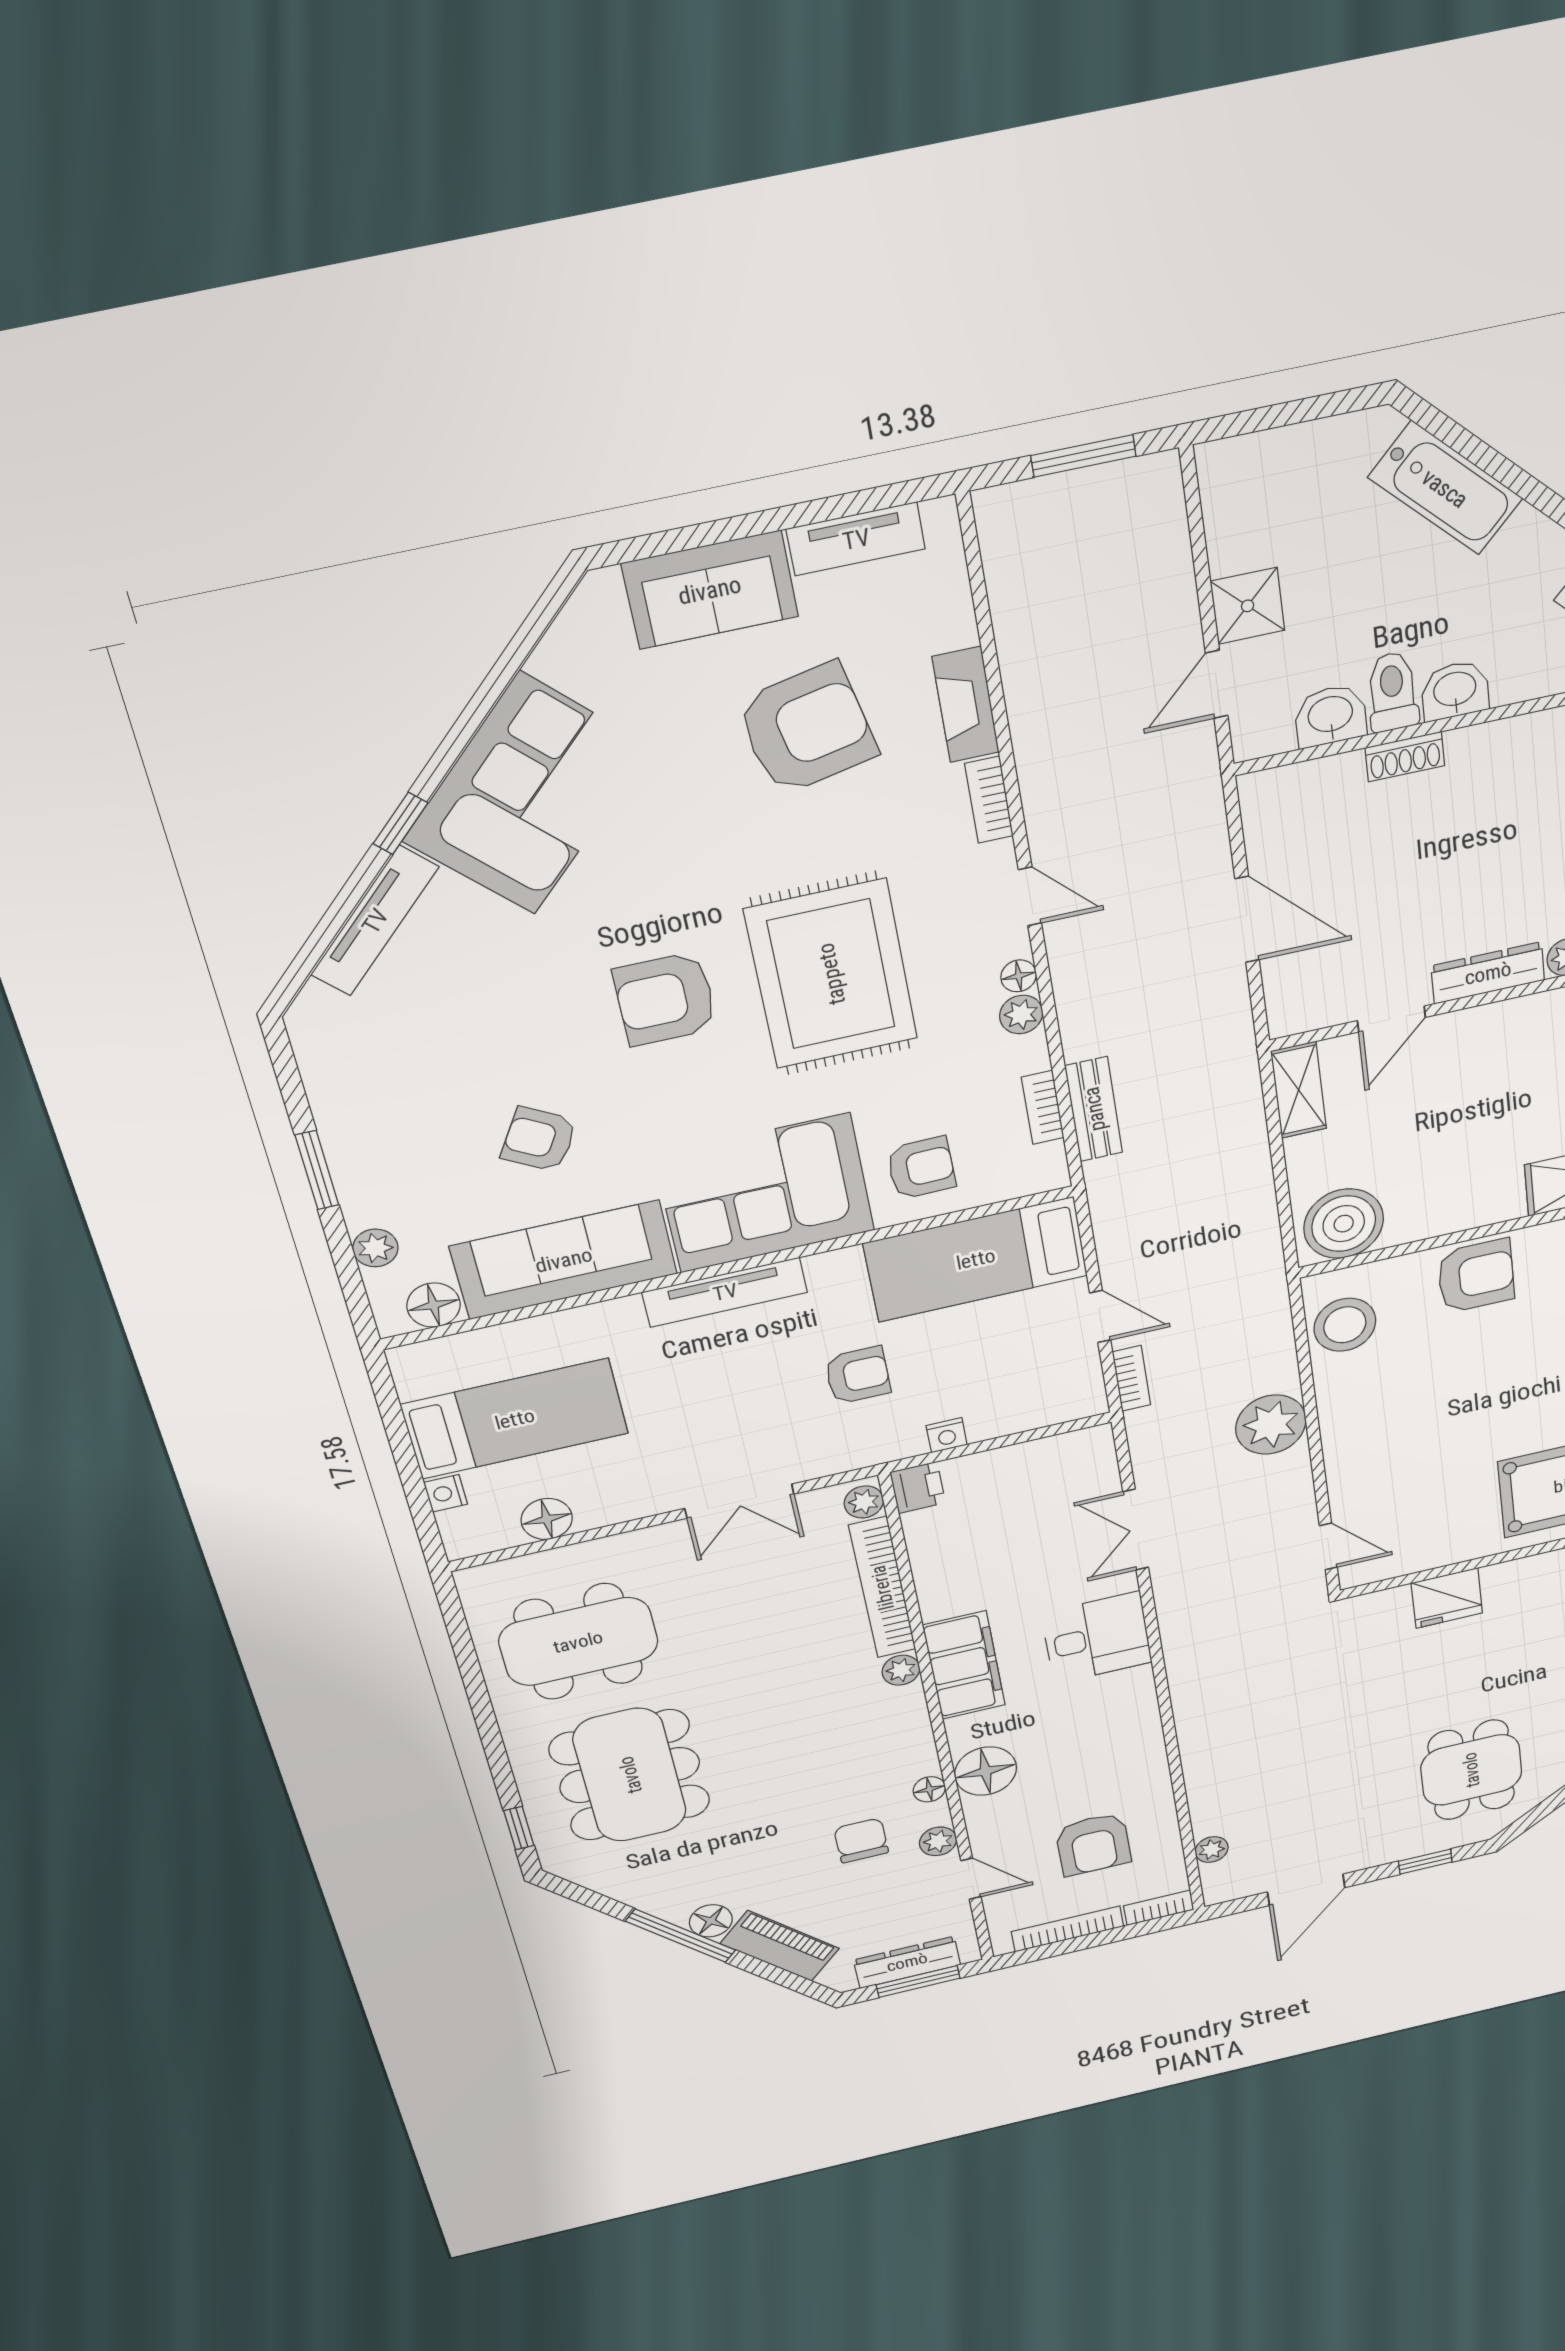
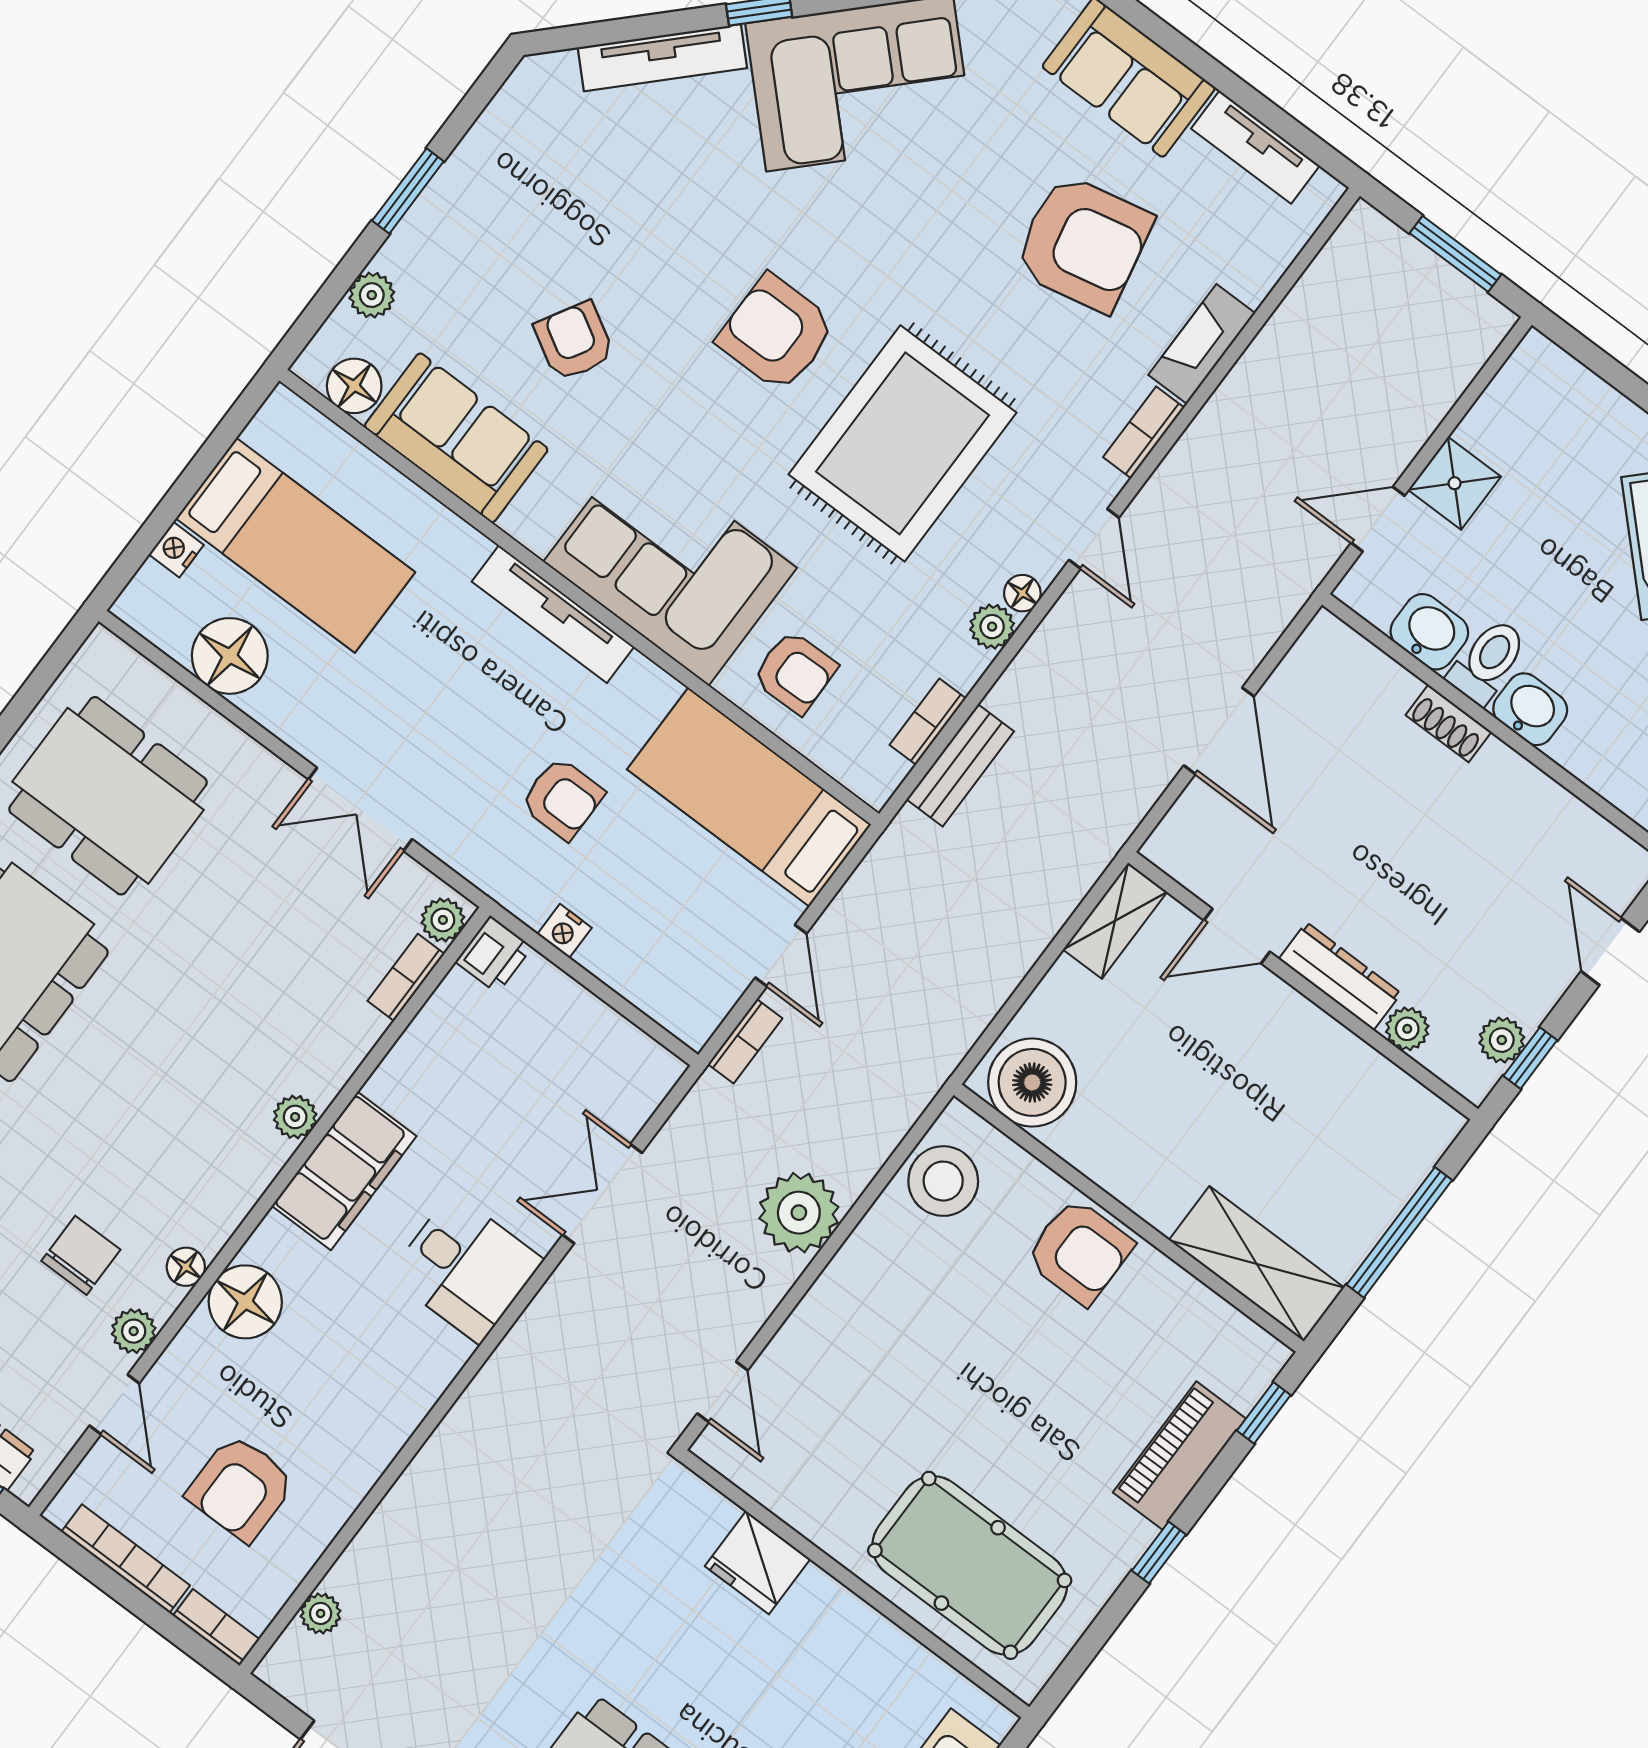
sofa: (564, 1260) -> (456, 438), width x0.73
floor lamp: (547, 1519) -> (230, 656), width x1.38, depth x1.38
bookcase: (882, 1588) -> (406, 977), width x0.43, depth x0.76

